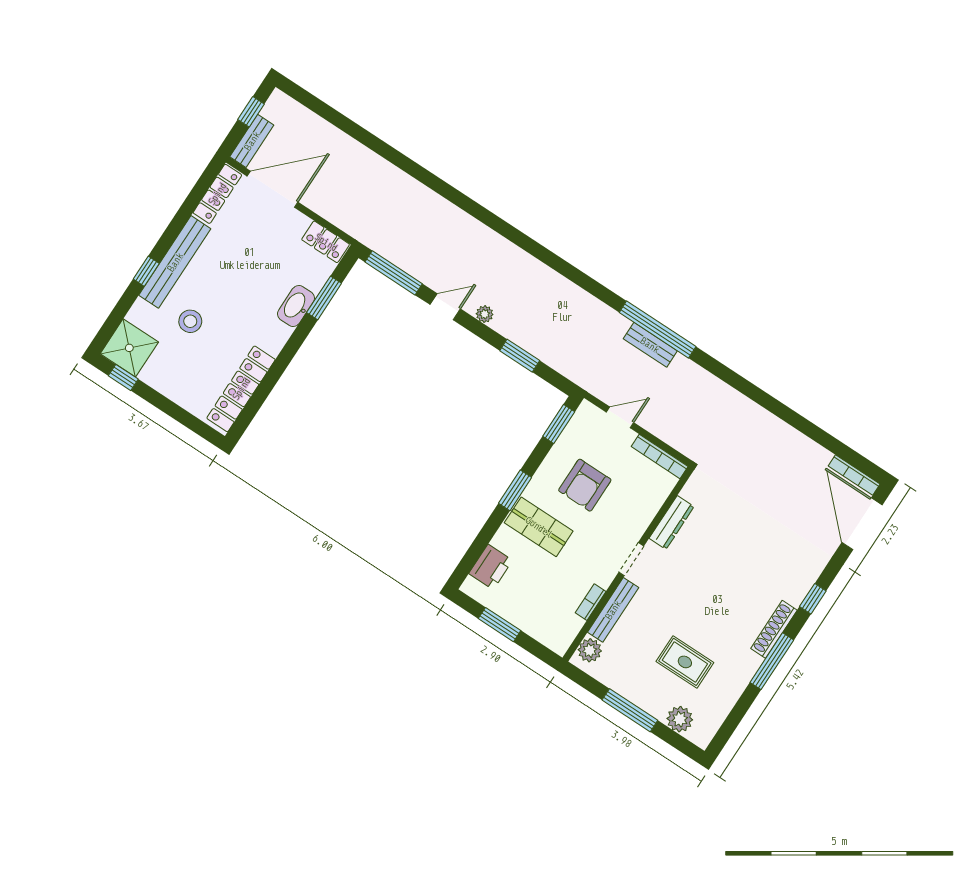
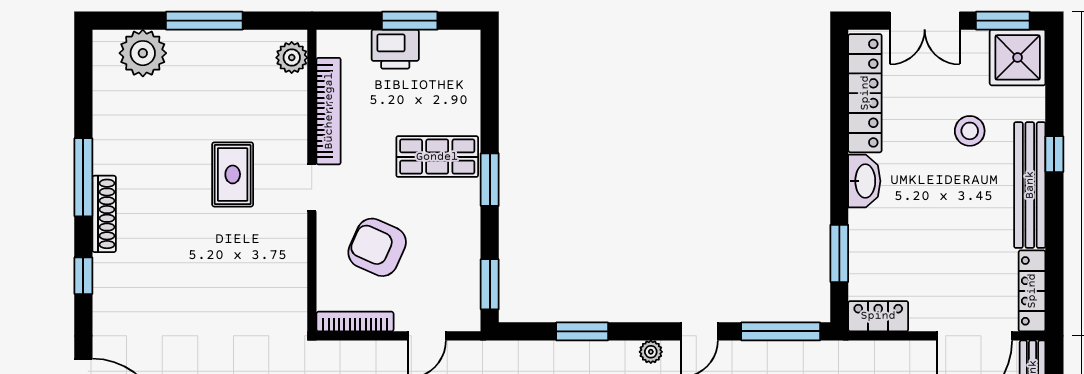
washbasin: (296, 306) -> (864, 181), moved
window: (123, 377) -> (1003, 21), width x1.50
double door: (173, 410) -> (925, 21), added
armchair: (585, 485) -> (377, 247), moved, turned -66
dresser: (672, 522) -> (294, 258), removed
printer: (491, 567) -> (395, 49), moved, turned -90
bookcase: (591, 602) -> (329, 111), width x2.31, depth x1.31
bench: (613, 610) -> (295, 119), removed
rug: (685, 662) -> (233, 174), moved, turned 90
plant: (680, 719) -> (143, 53), width x1.36, depth x1.36

